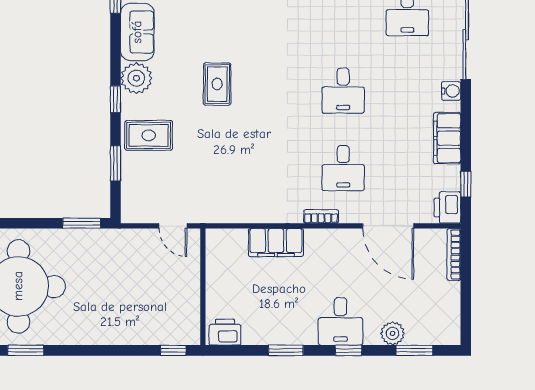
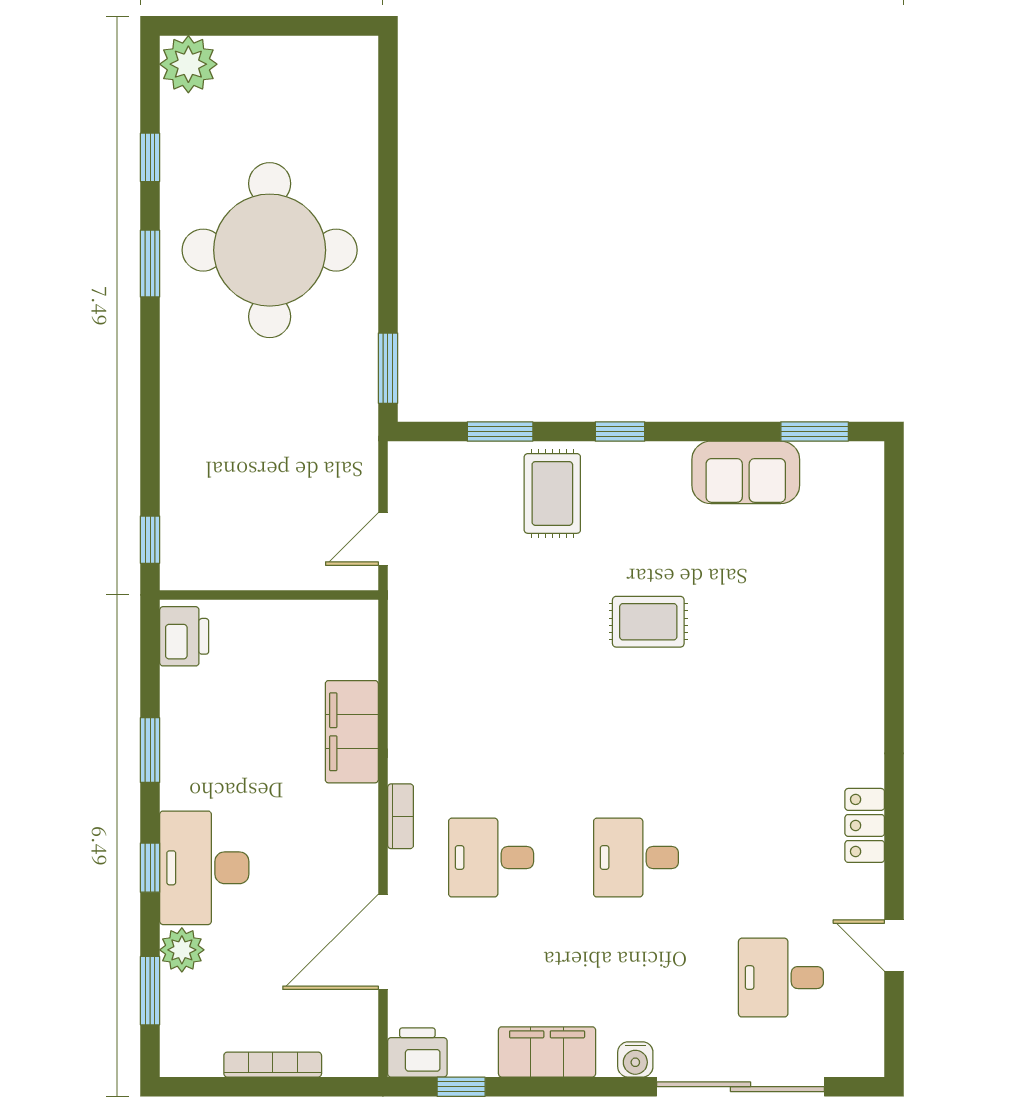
plant: (136, 78) -> (659, 471), removed
bookcase: (454, 254) -> (273, 1065), moved
desk: (340, 321) -> (204, 868), width x1.37

